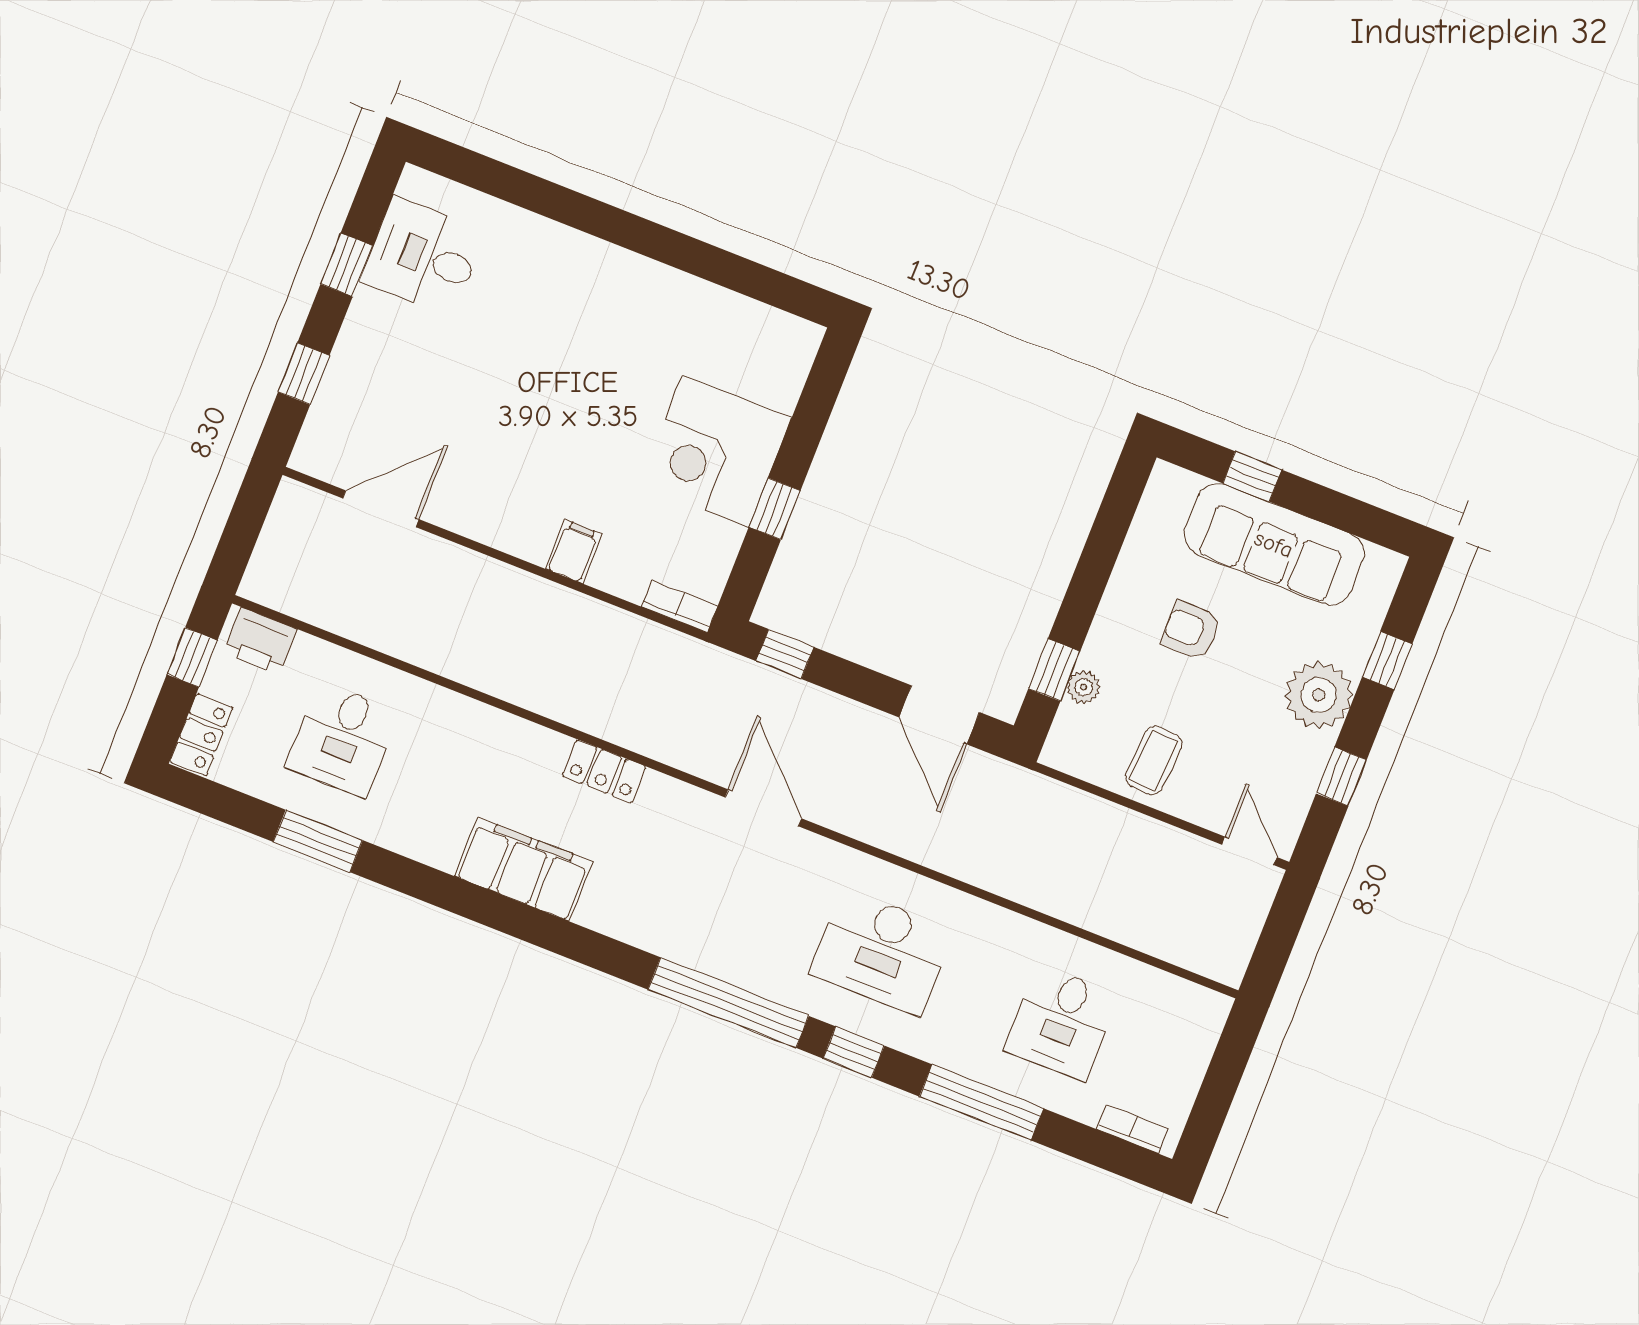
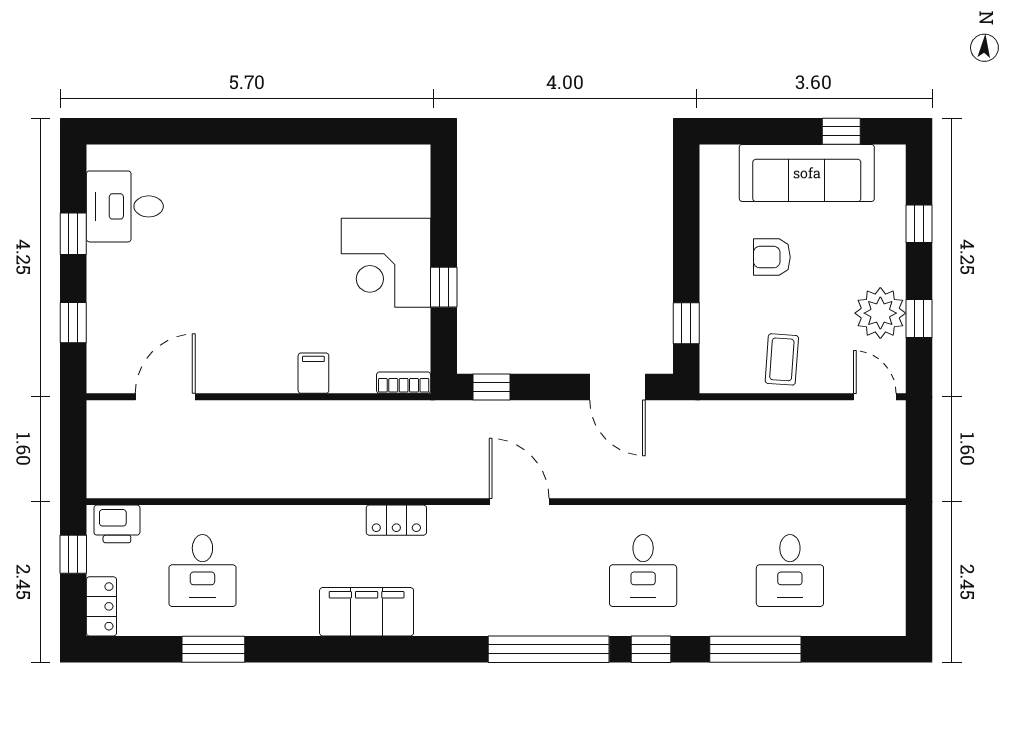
window: (1252, 476) -> (841, 131), moved
plant: (1084, 687) -> (712, 327), removed
plant: (1319, 695) -> (880, 313), moved
desk: (882, 952) -> (643, 570), width x0.73
bookcase: (1132, 1129) -> (869, 626), removed

